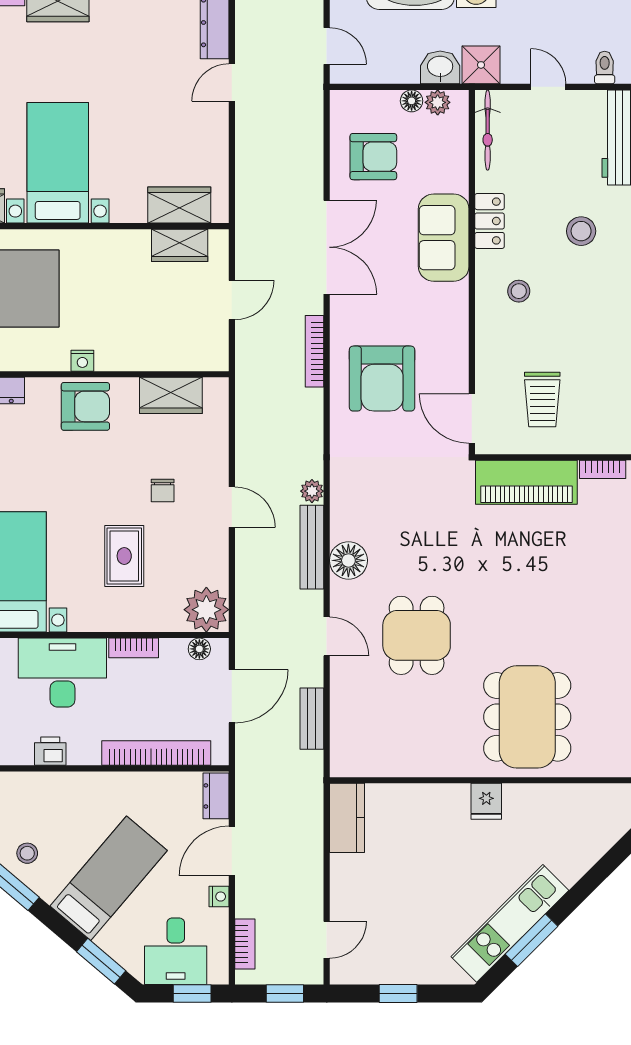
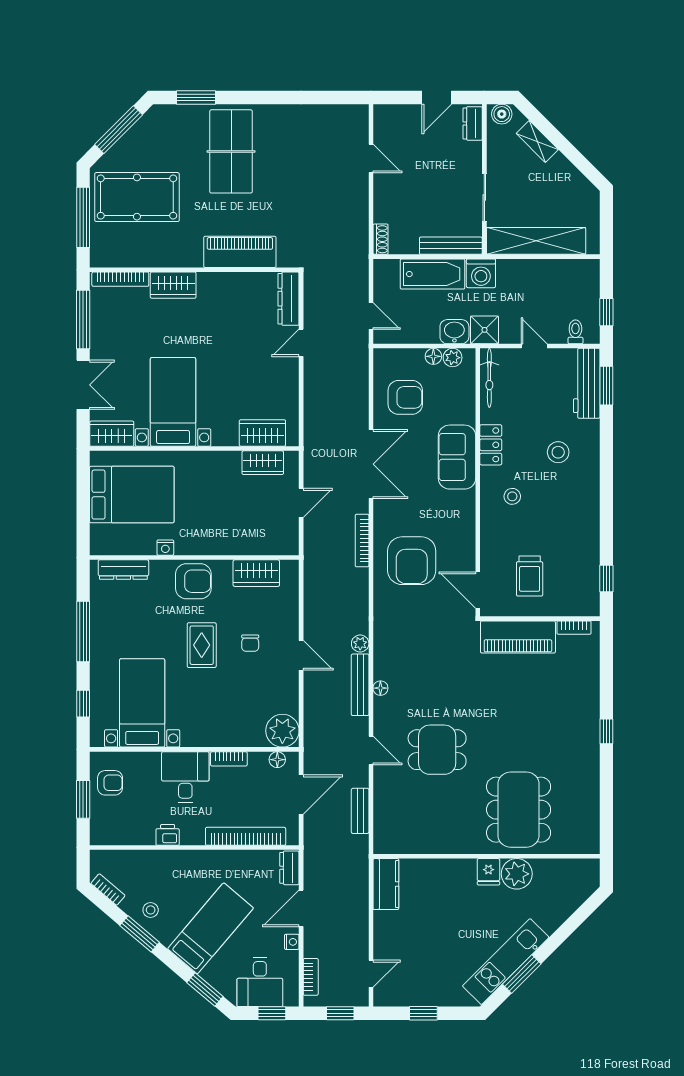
nightstand: (82, 361) -> (165, 548), moved
rug: (124, 556) -> (202, 645), moved
floor lamp: (348, 560) -> (380, 688), width x0.53, depth x0.53
dining table: (417, 635) -> (437, 750), turned 90
desk: (62, 673) -> (185, 777), width x0.73
plant: (525, 804) -> (517, 874), added

